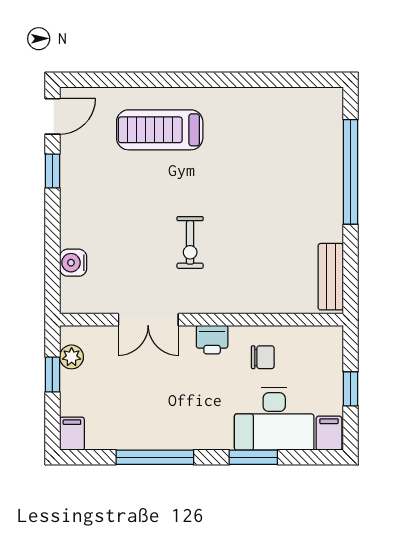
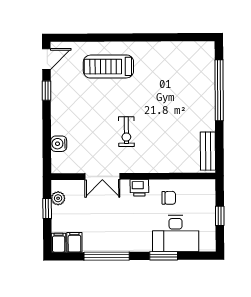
filing cabinet: (329, 433) -> (74, 242), moved

